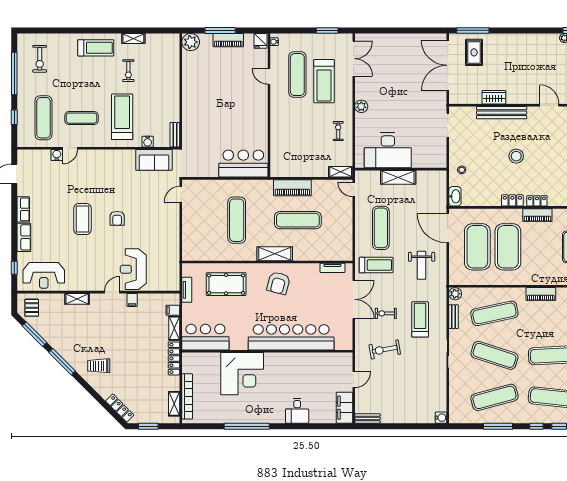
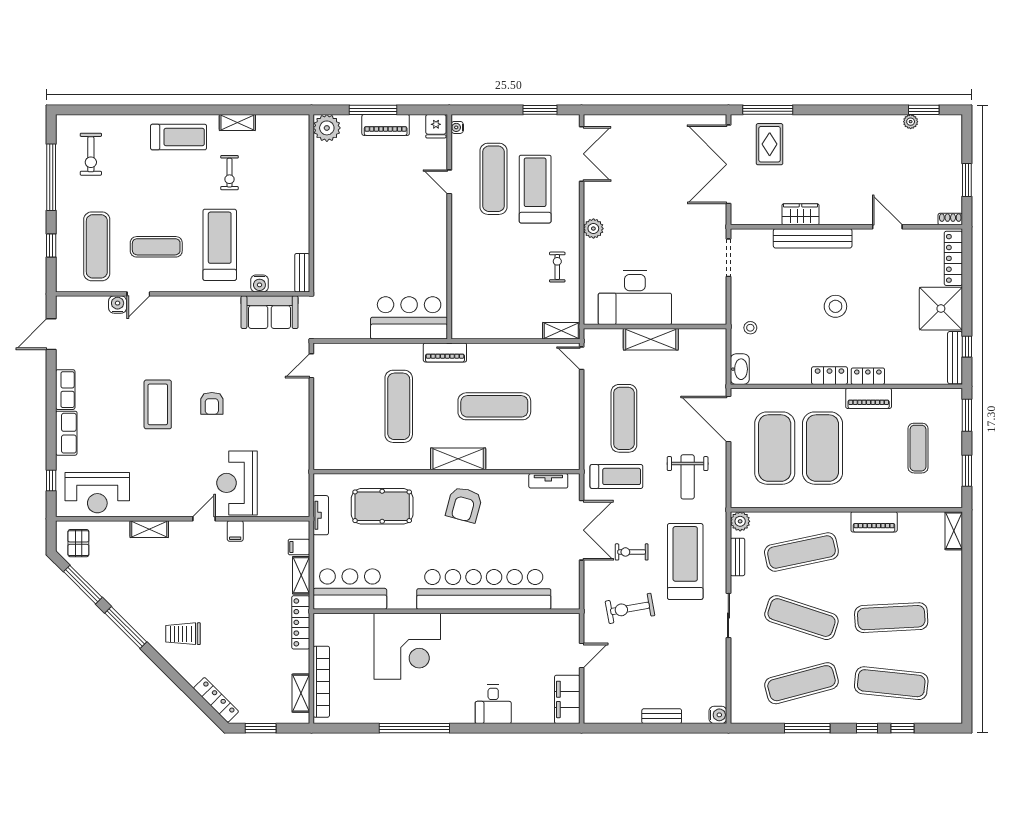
treadmill: (324, 81) -> (535, 189), turned 180
piano: (292, 188) -> (445, 352), moved, width x0.73, depth x0.75
treadmill: (420, 319) -> (685, 561), width x1.37, depth x1.38
bench: (368, 418) -> (662, 716), moved

